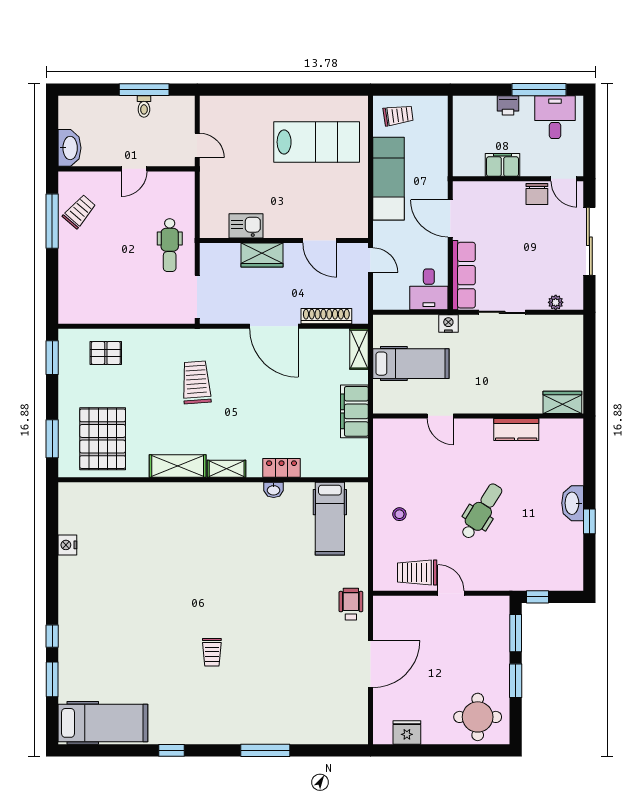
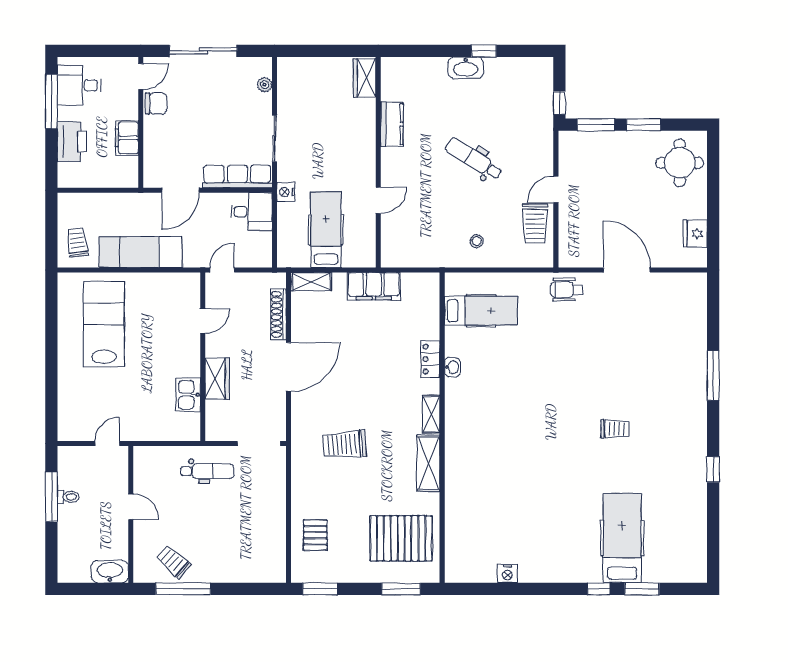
printer: (508, 105) -> (72, 142), width x1.87, depth x1.48
door: (320, 241) -> (203, 321), width x0.73
hospital bed: (103, 723) -> (622, 538), moved

